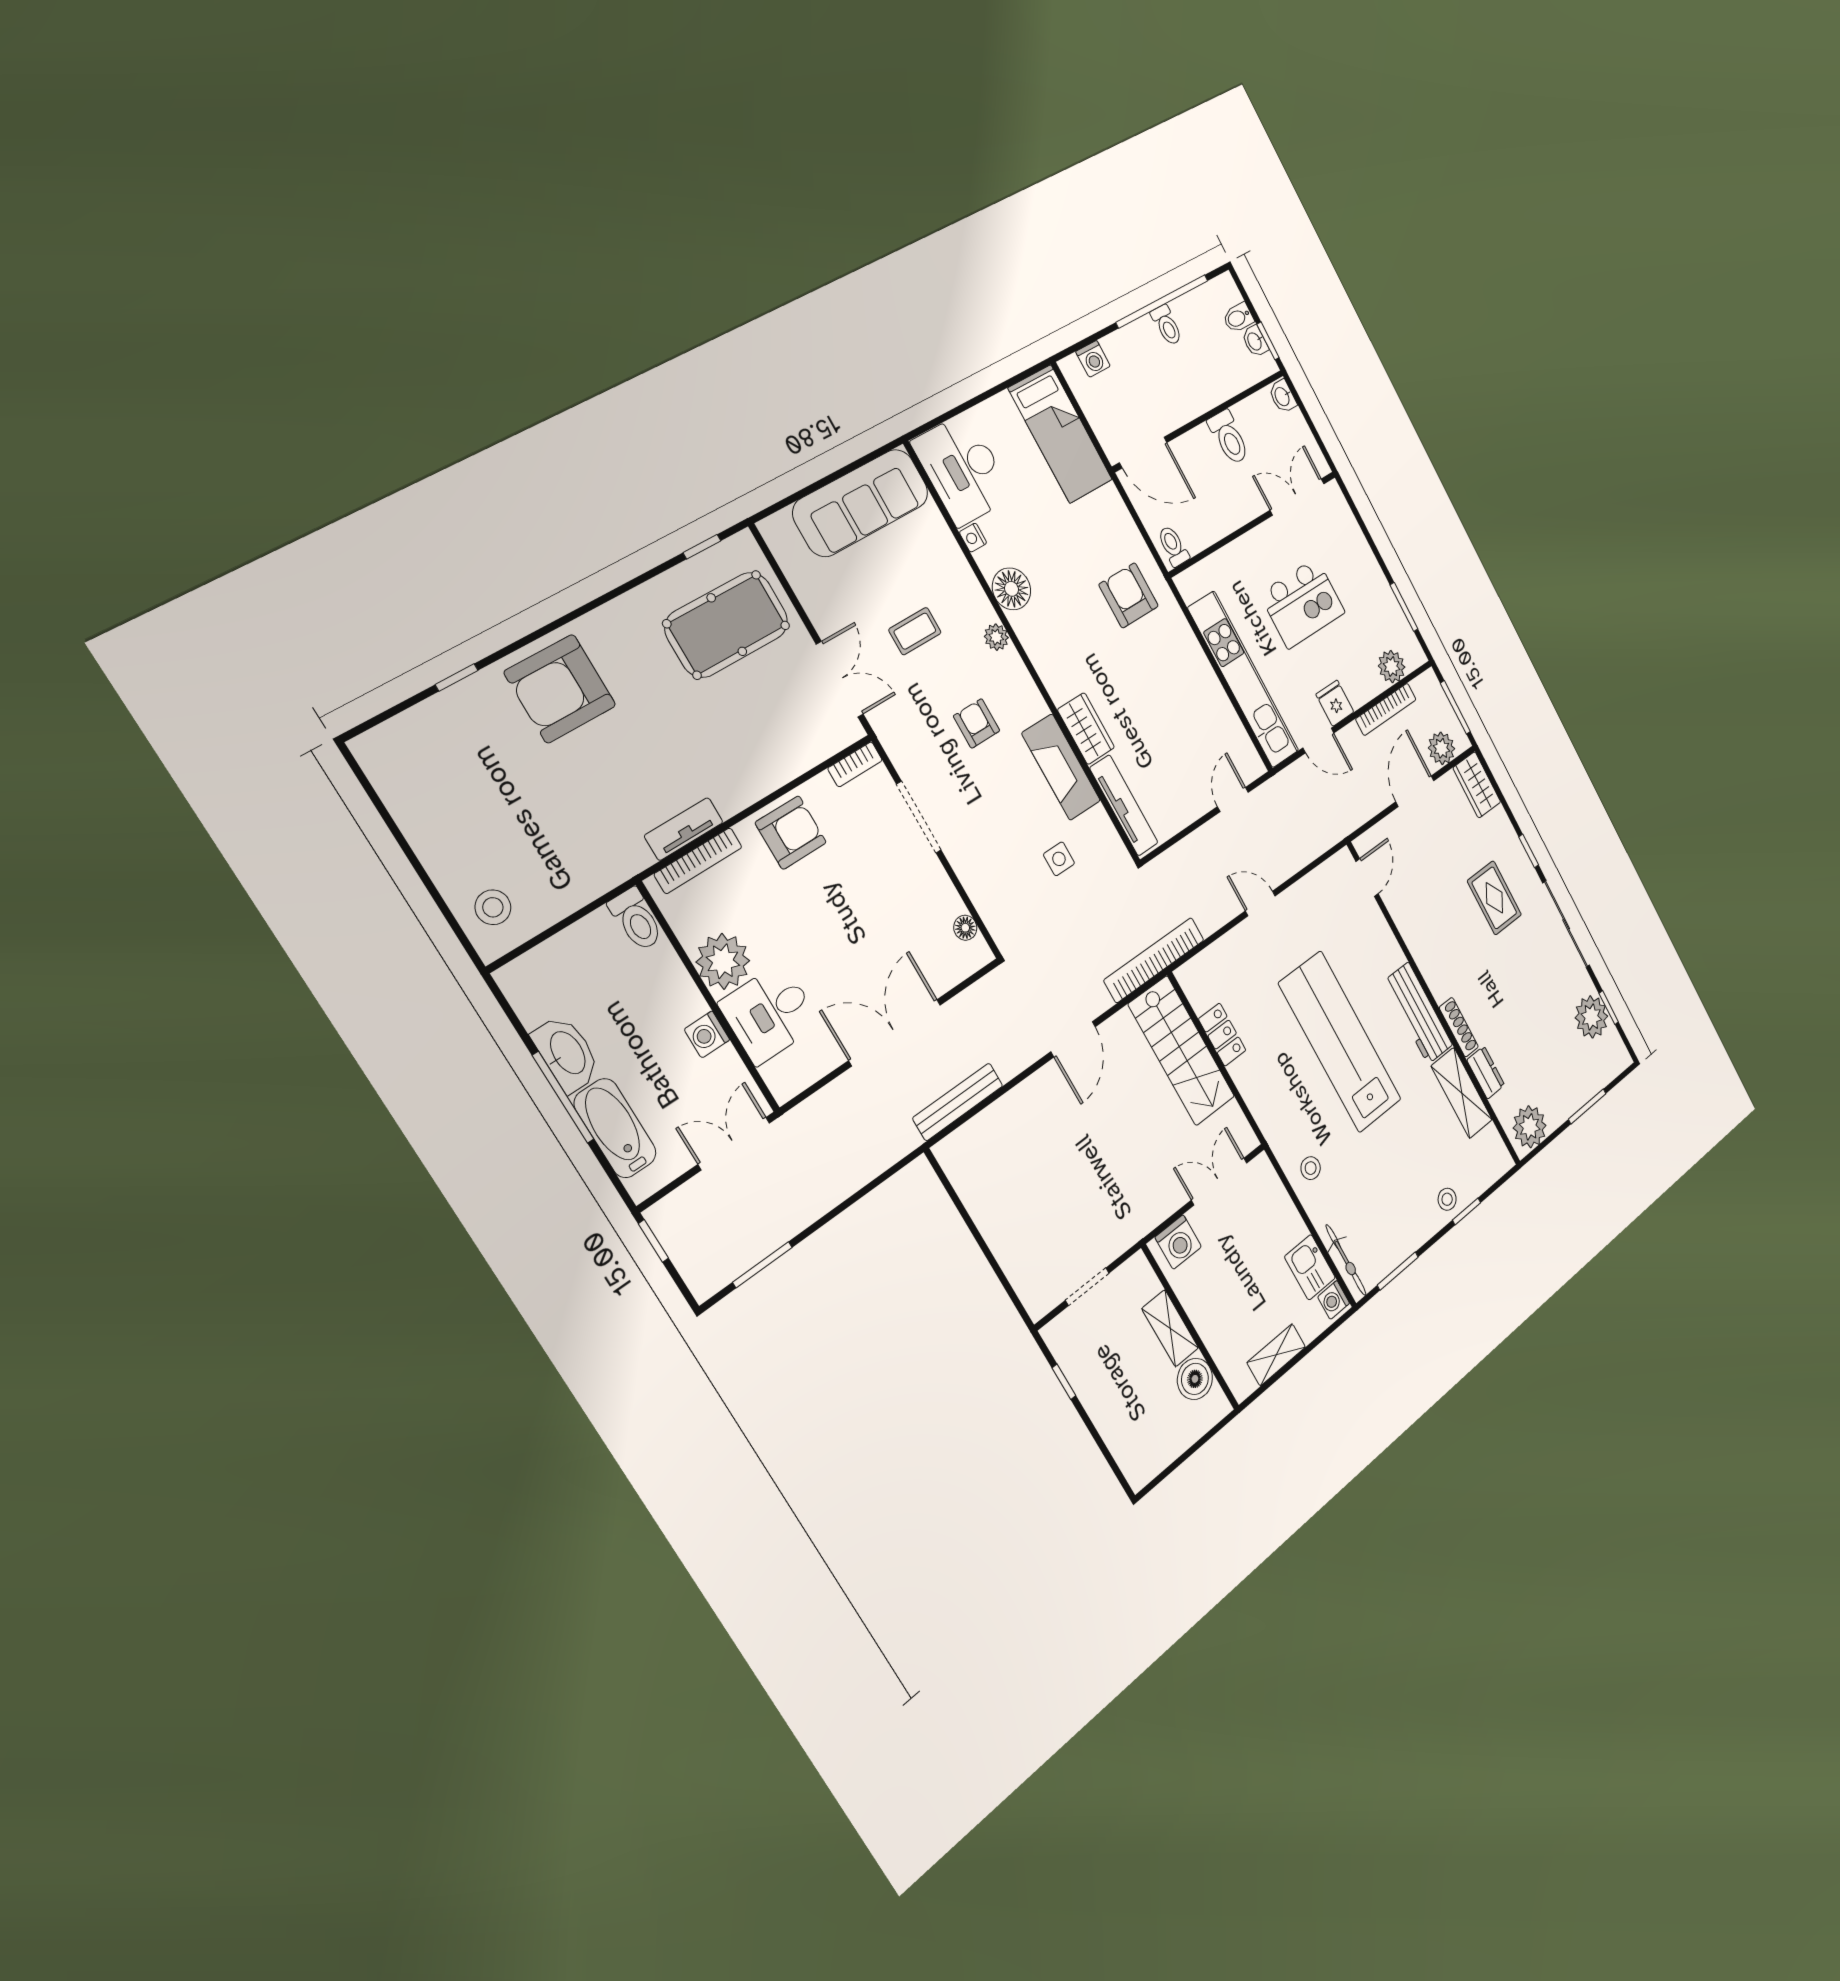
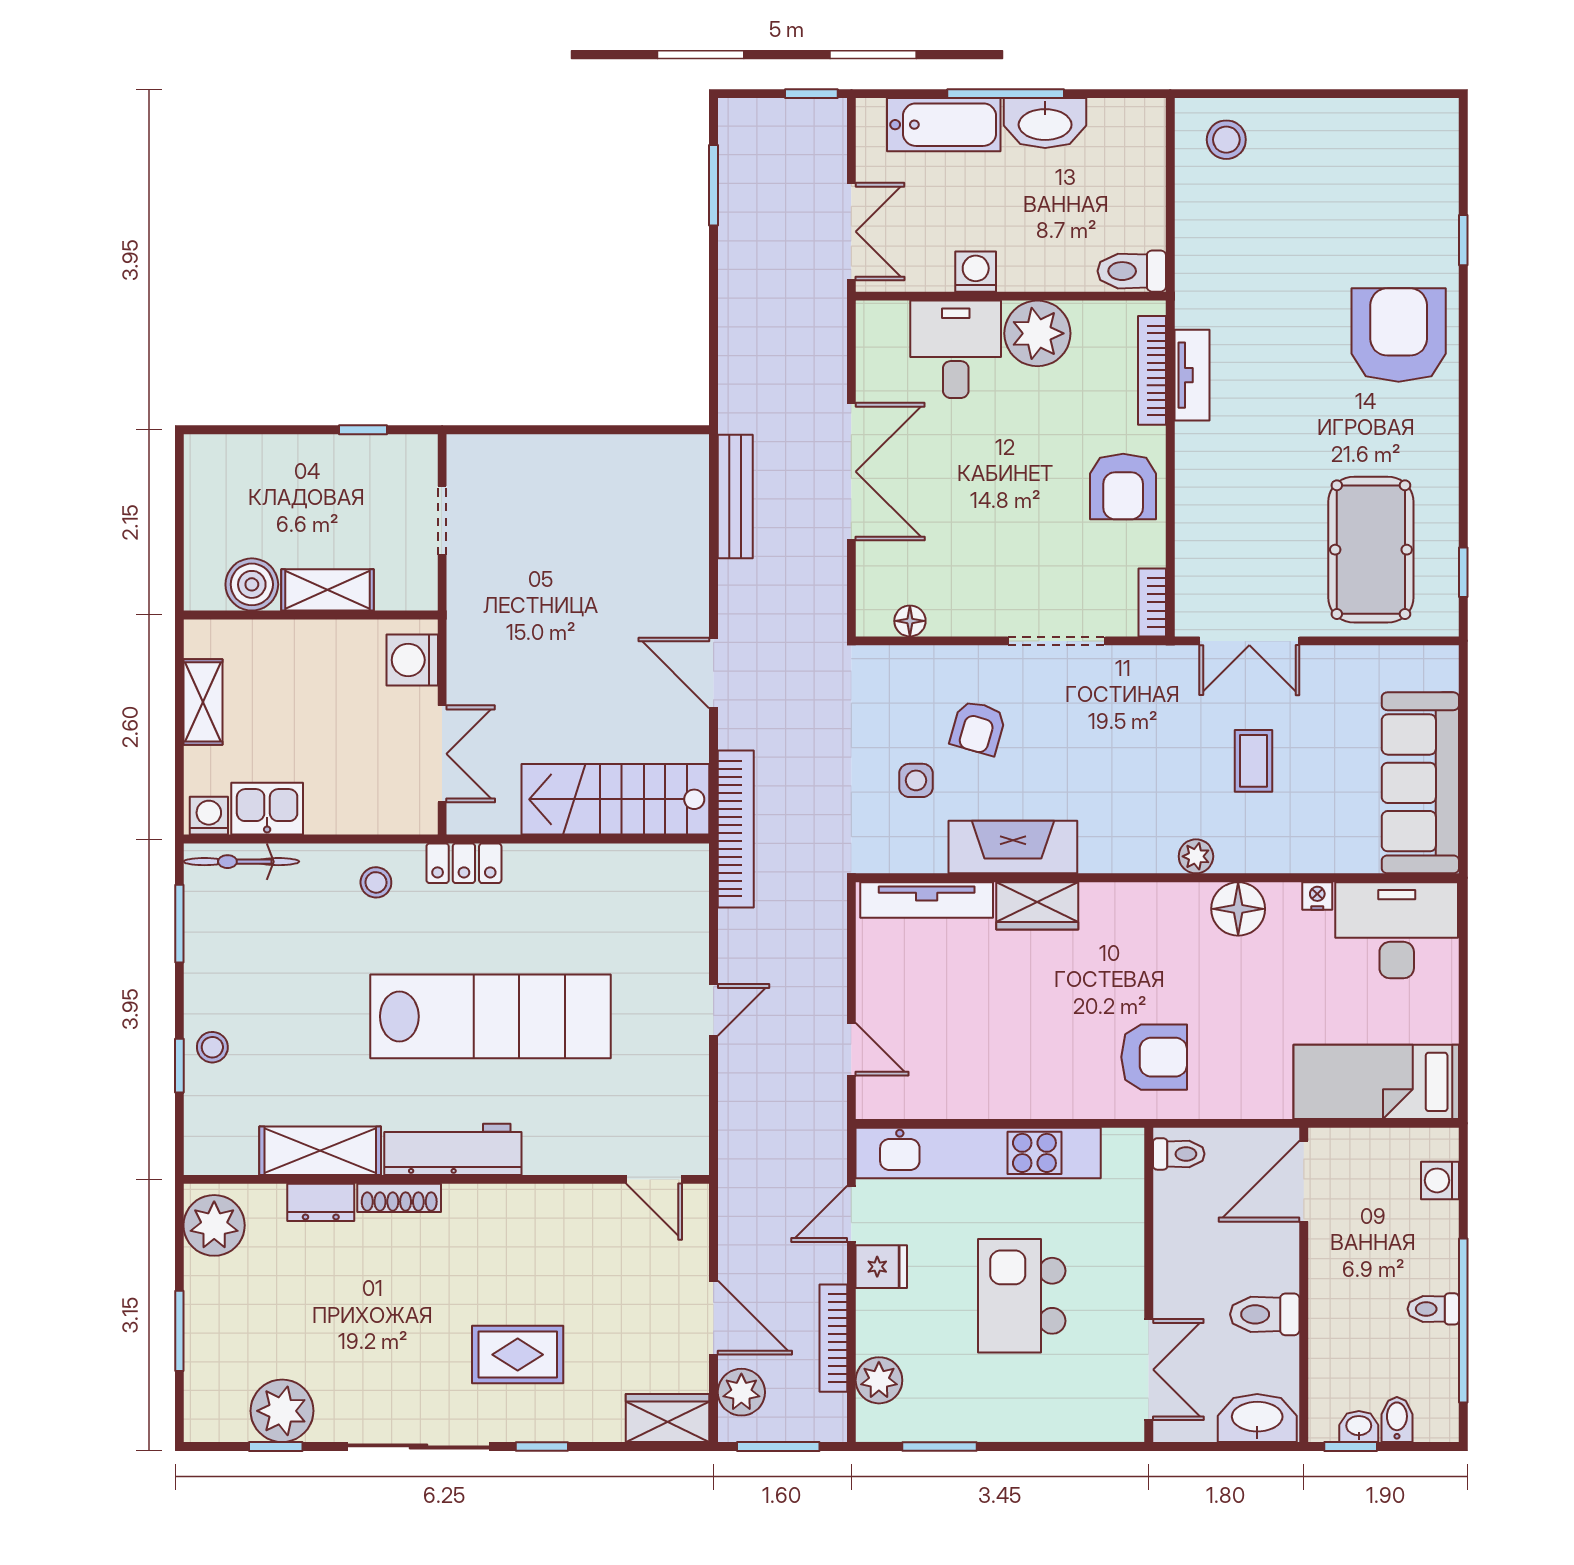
washbasin: (1283, 396) -> (1257, 1418), width x1.91, depth x1.45
armchair: (977, 723) -> (978, 728), moved, turned 106
locker: (1222, 1035) -> (464, 863), moved

